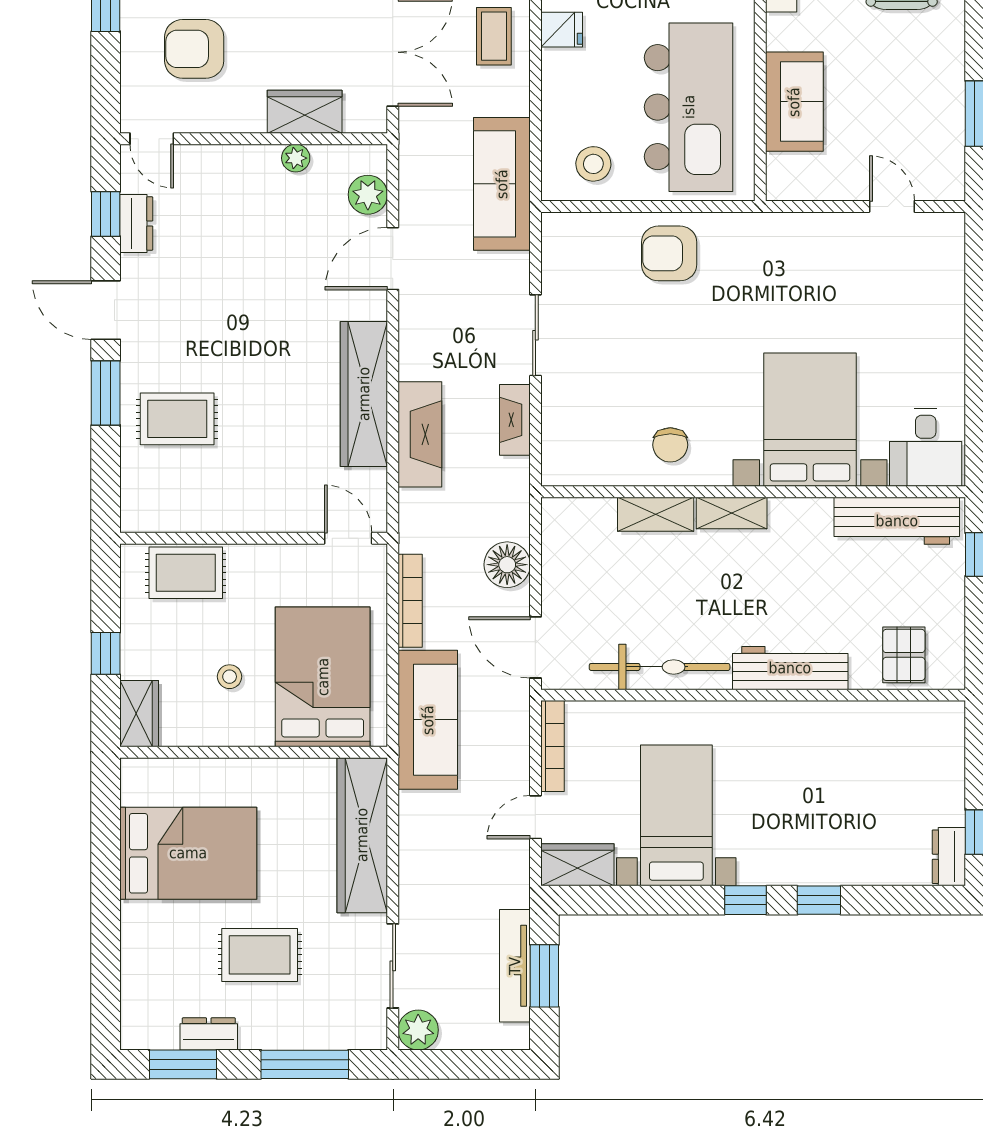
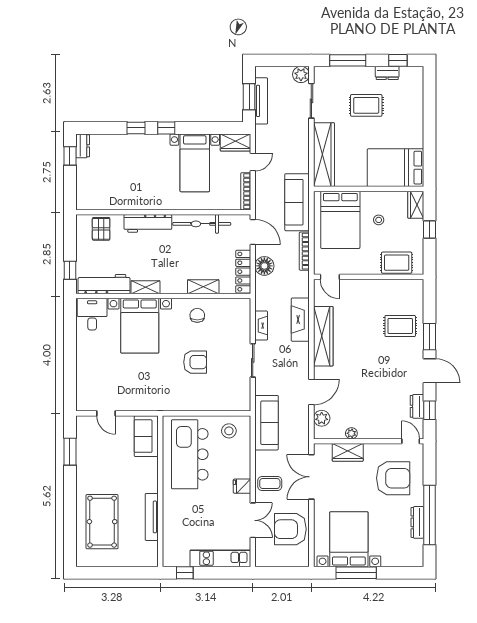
coffee table: (494, 36) -> (270, 483), turned 90
armchair: (194, 49) -> (393, 478), width x1.36, depth x1.36
sofa: (794, 102) -> (146, 436), moved
armchair: (669, 253) -> (195, 362), moved
shelving: (732, 513) -> (145, 287), moved
locker: (559, 551) -> (243, 272), added
bed: (188, 853) -> (396, 168), moved
window: (183, 1064) -> (398, 60), width x0.67

